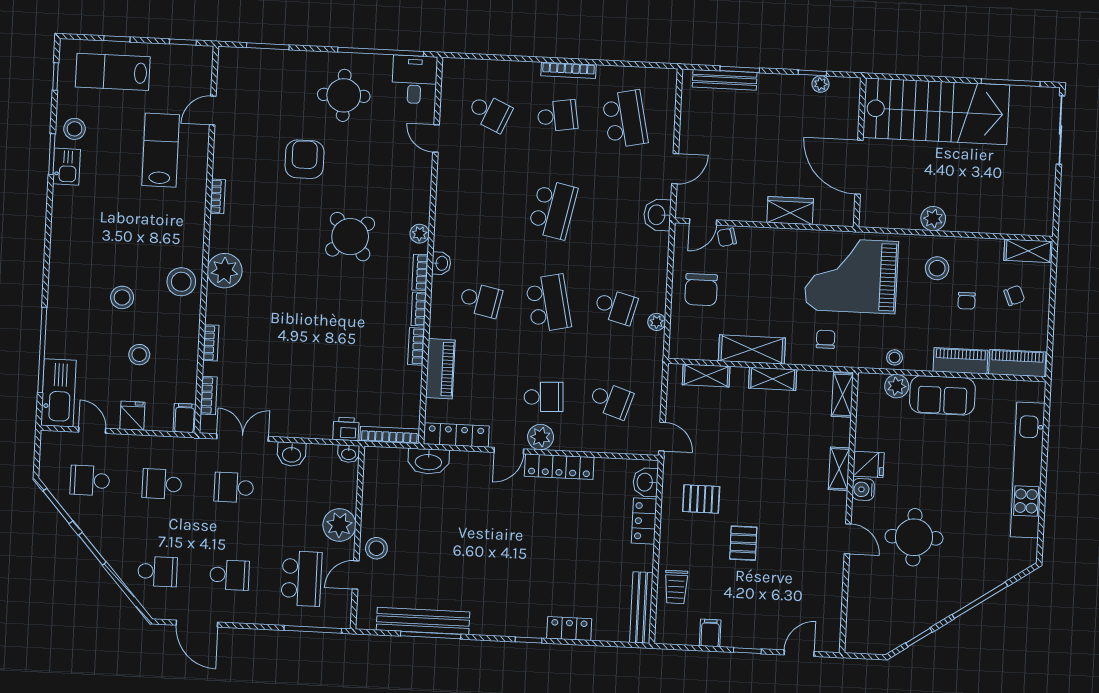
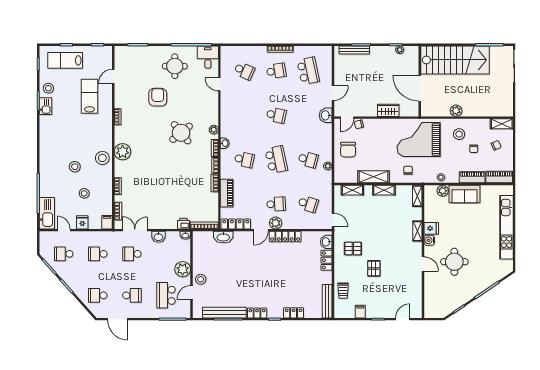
school desk: (553, 210) -> (276, 115), width x0.54
school desk: (158, 571) -> (98, 295), turned 180
school desk: (301, 579) -> (166, 295), turned 180
locker: (492, 625) -> (257, 313), added

